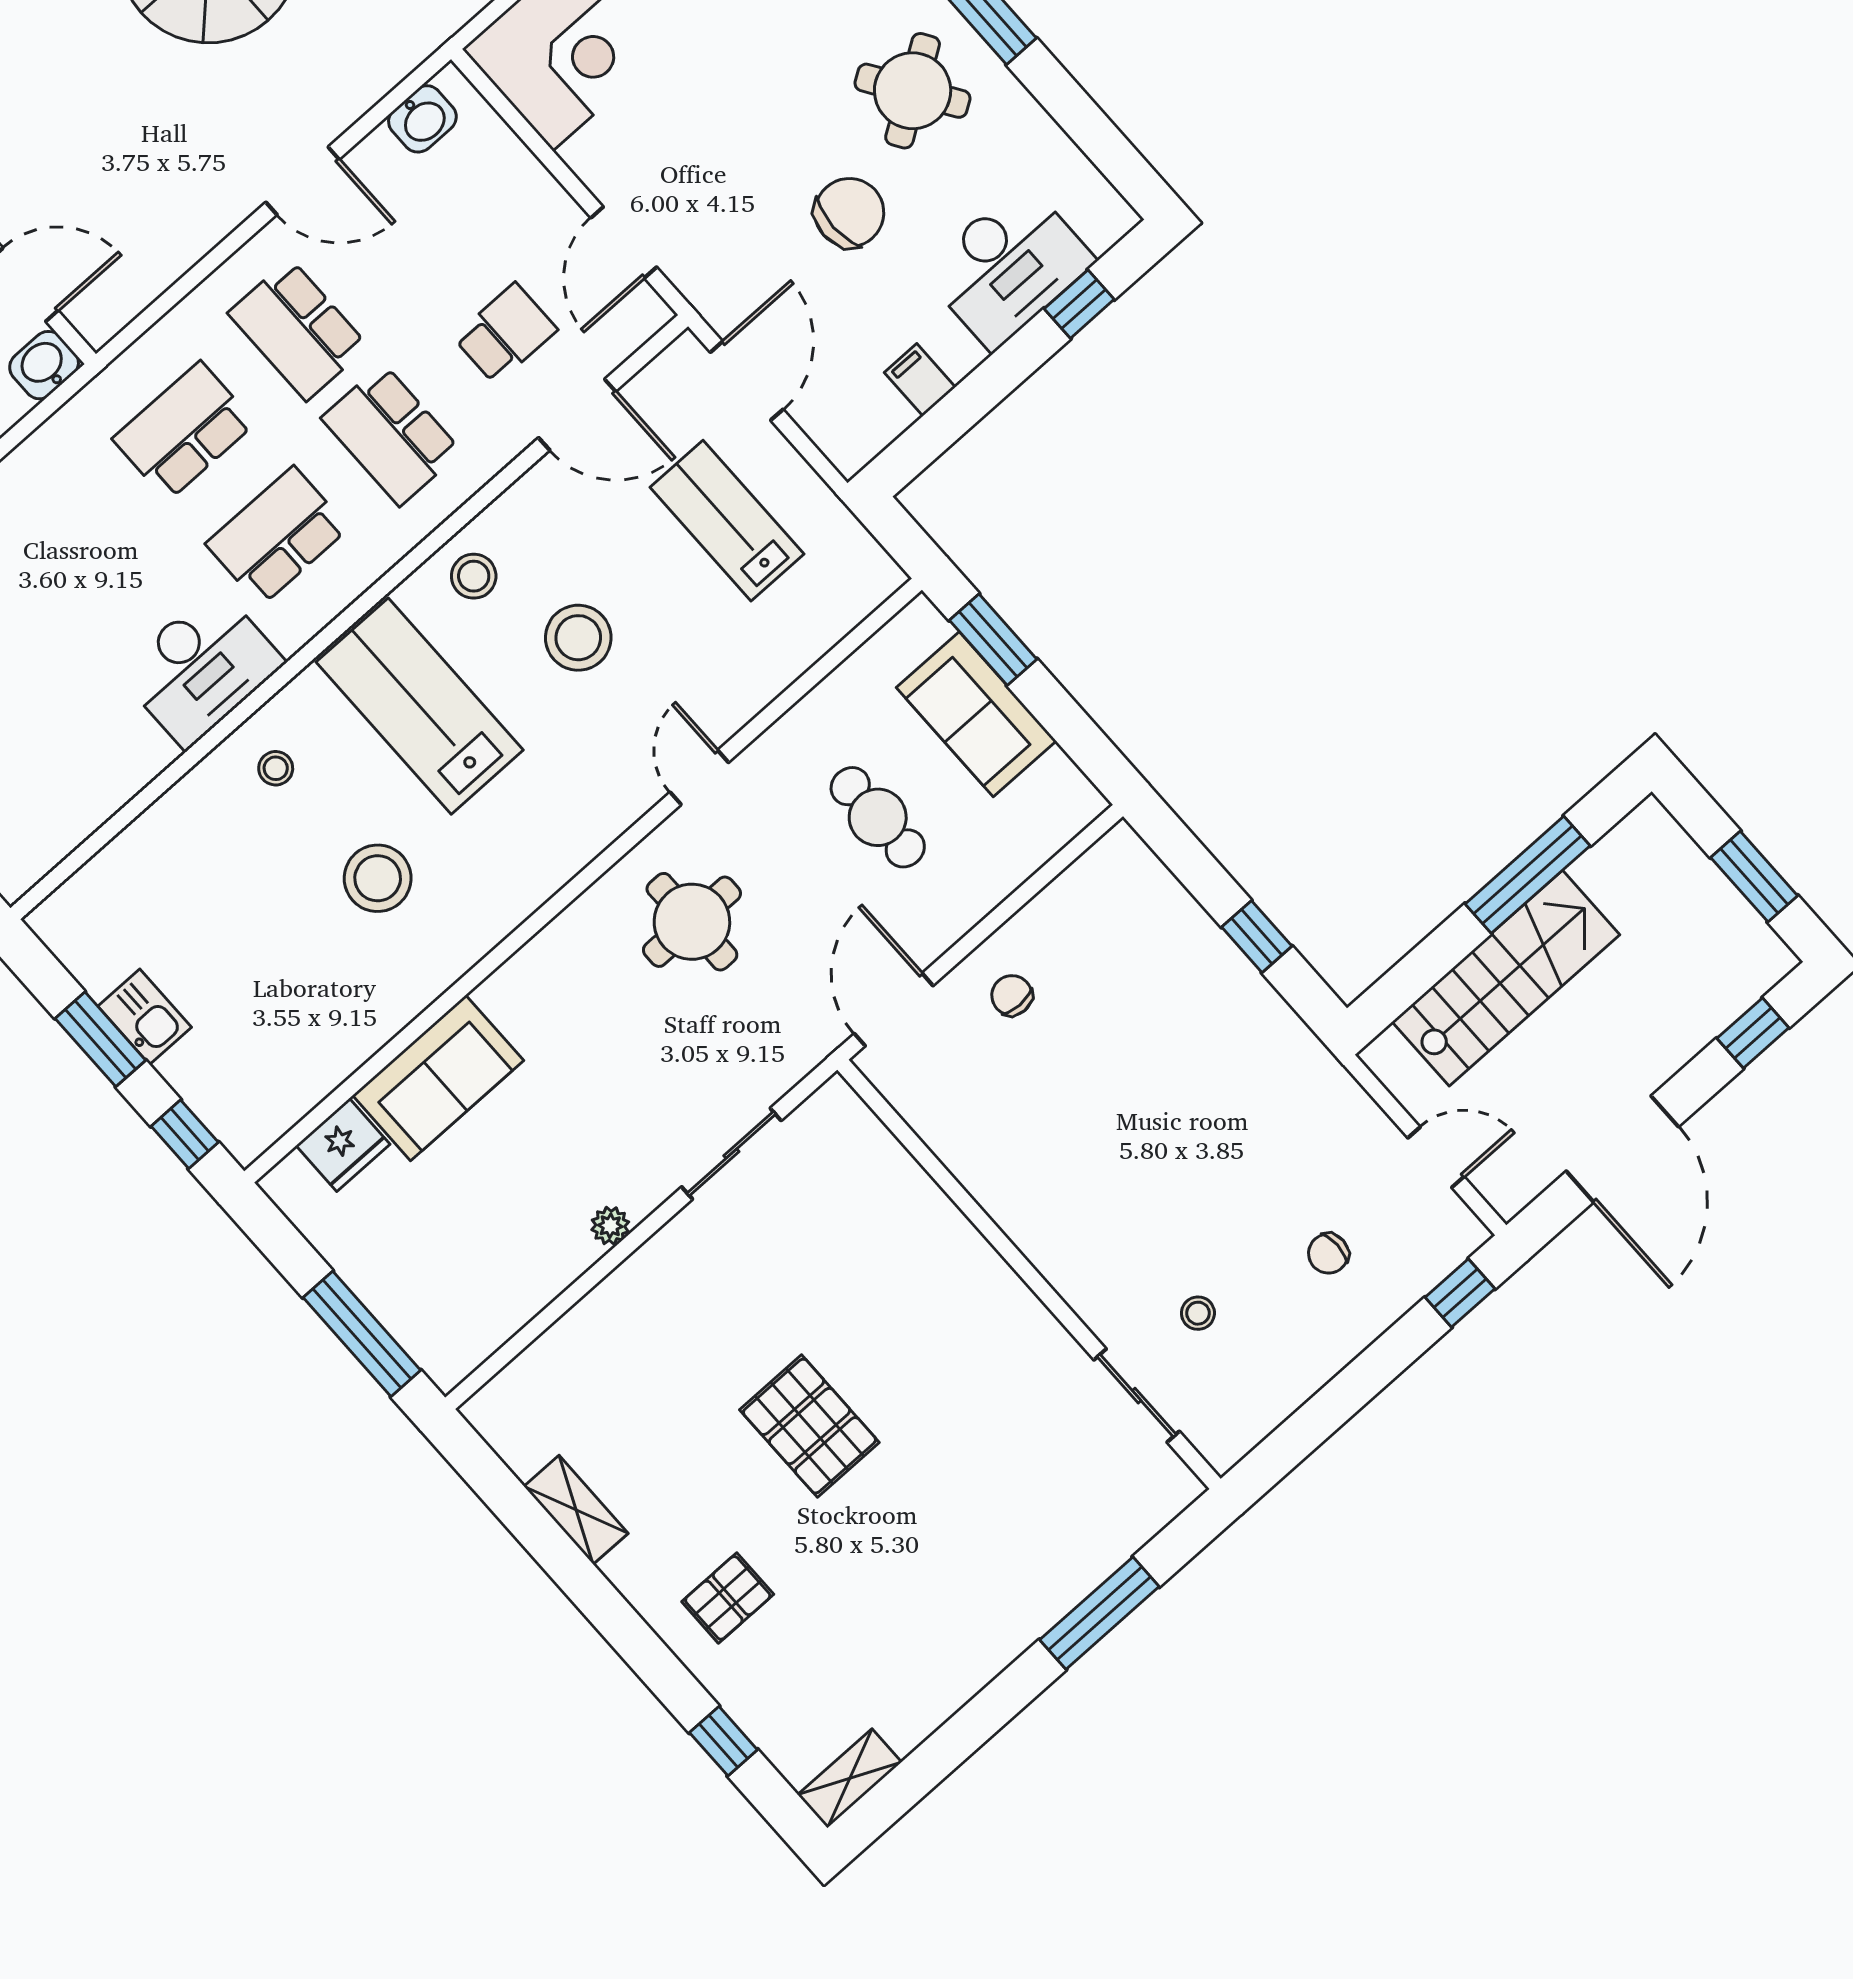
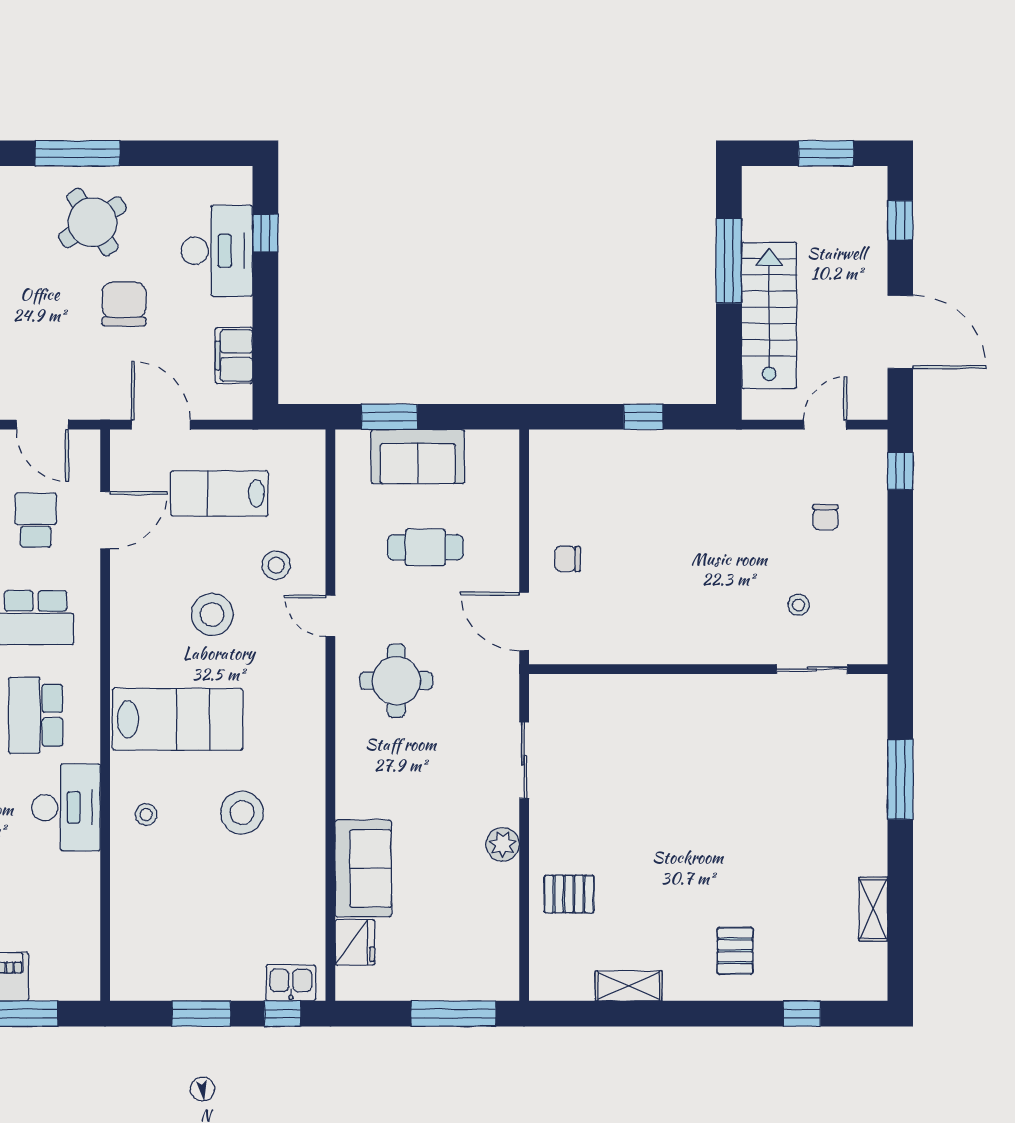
filing cabinet: (920, 380) -> (234, 355), width x2.00
stool: (474, 576) -> (276, 565), moved
lab bench: (420, 706) -> (178, 719), turned 180
kitchen sink: (145, 1017) -> (291, 983), moved
plant: (610, 1226) -> (503, 844), width x1.38, depth x1.38
pallet: (809, 1426) -> (569, 894), moved, width x0.67, depth x0.71
shelving: (850, 1778) -> (873, 909), moved

